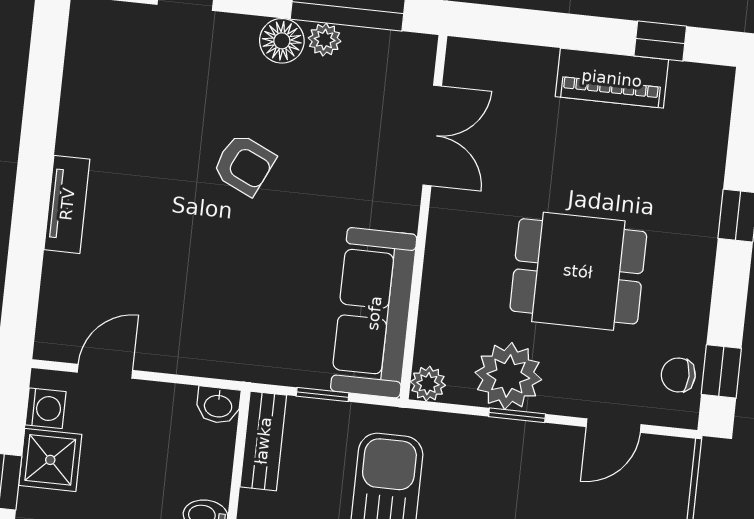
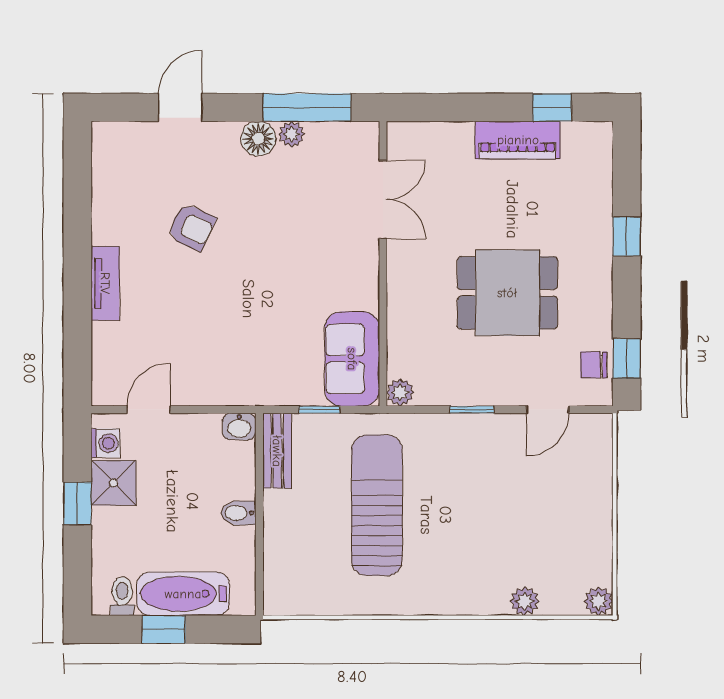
armchair: (244, 165) -> (192, 227), moved
sofa: (374, 313) -> (352, 359), width x0.73
plant: (508, 376) -> (462, 380), removed

